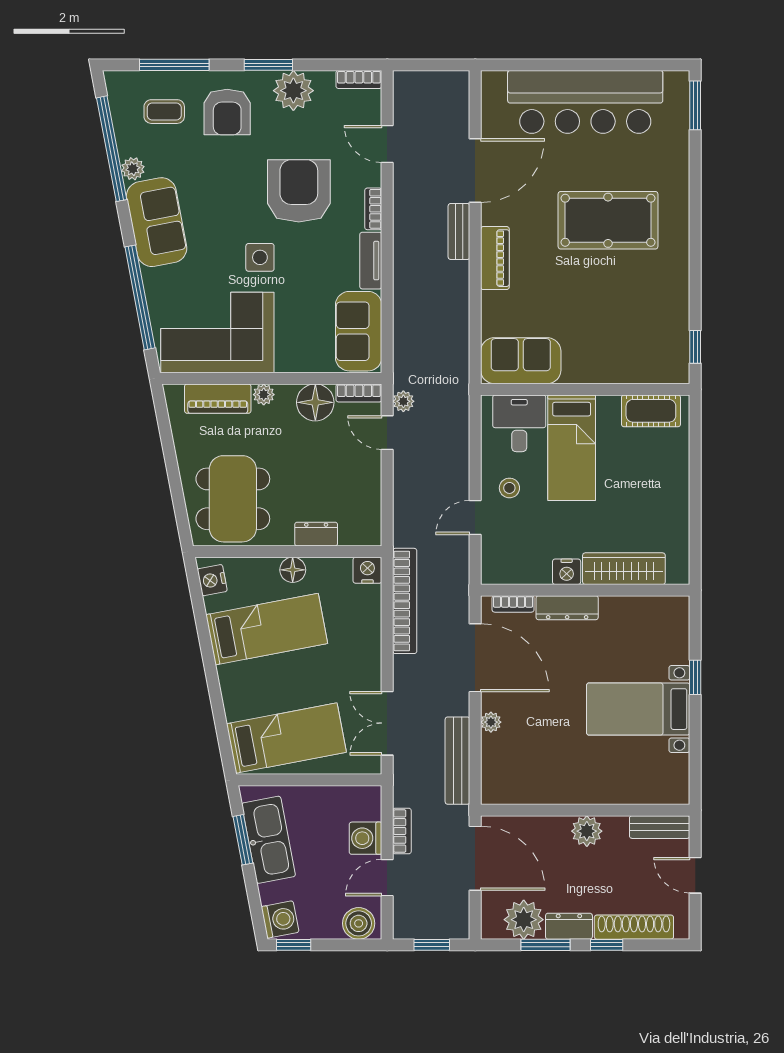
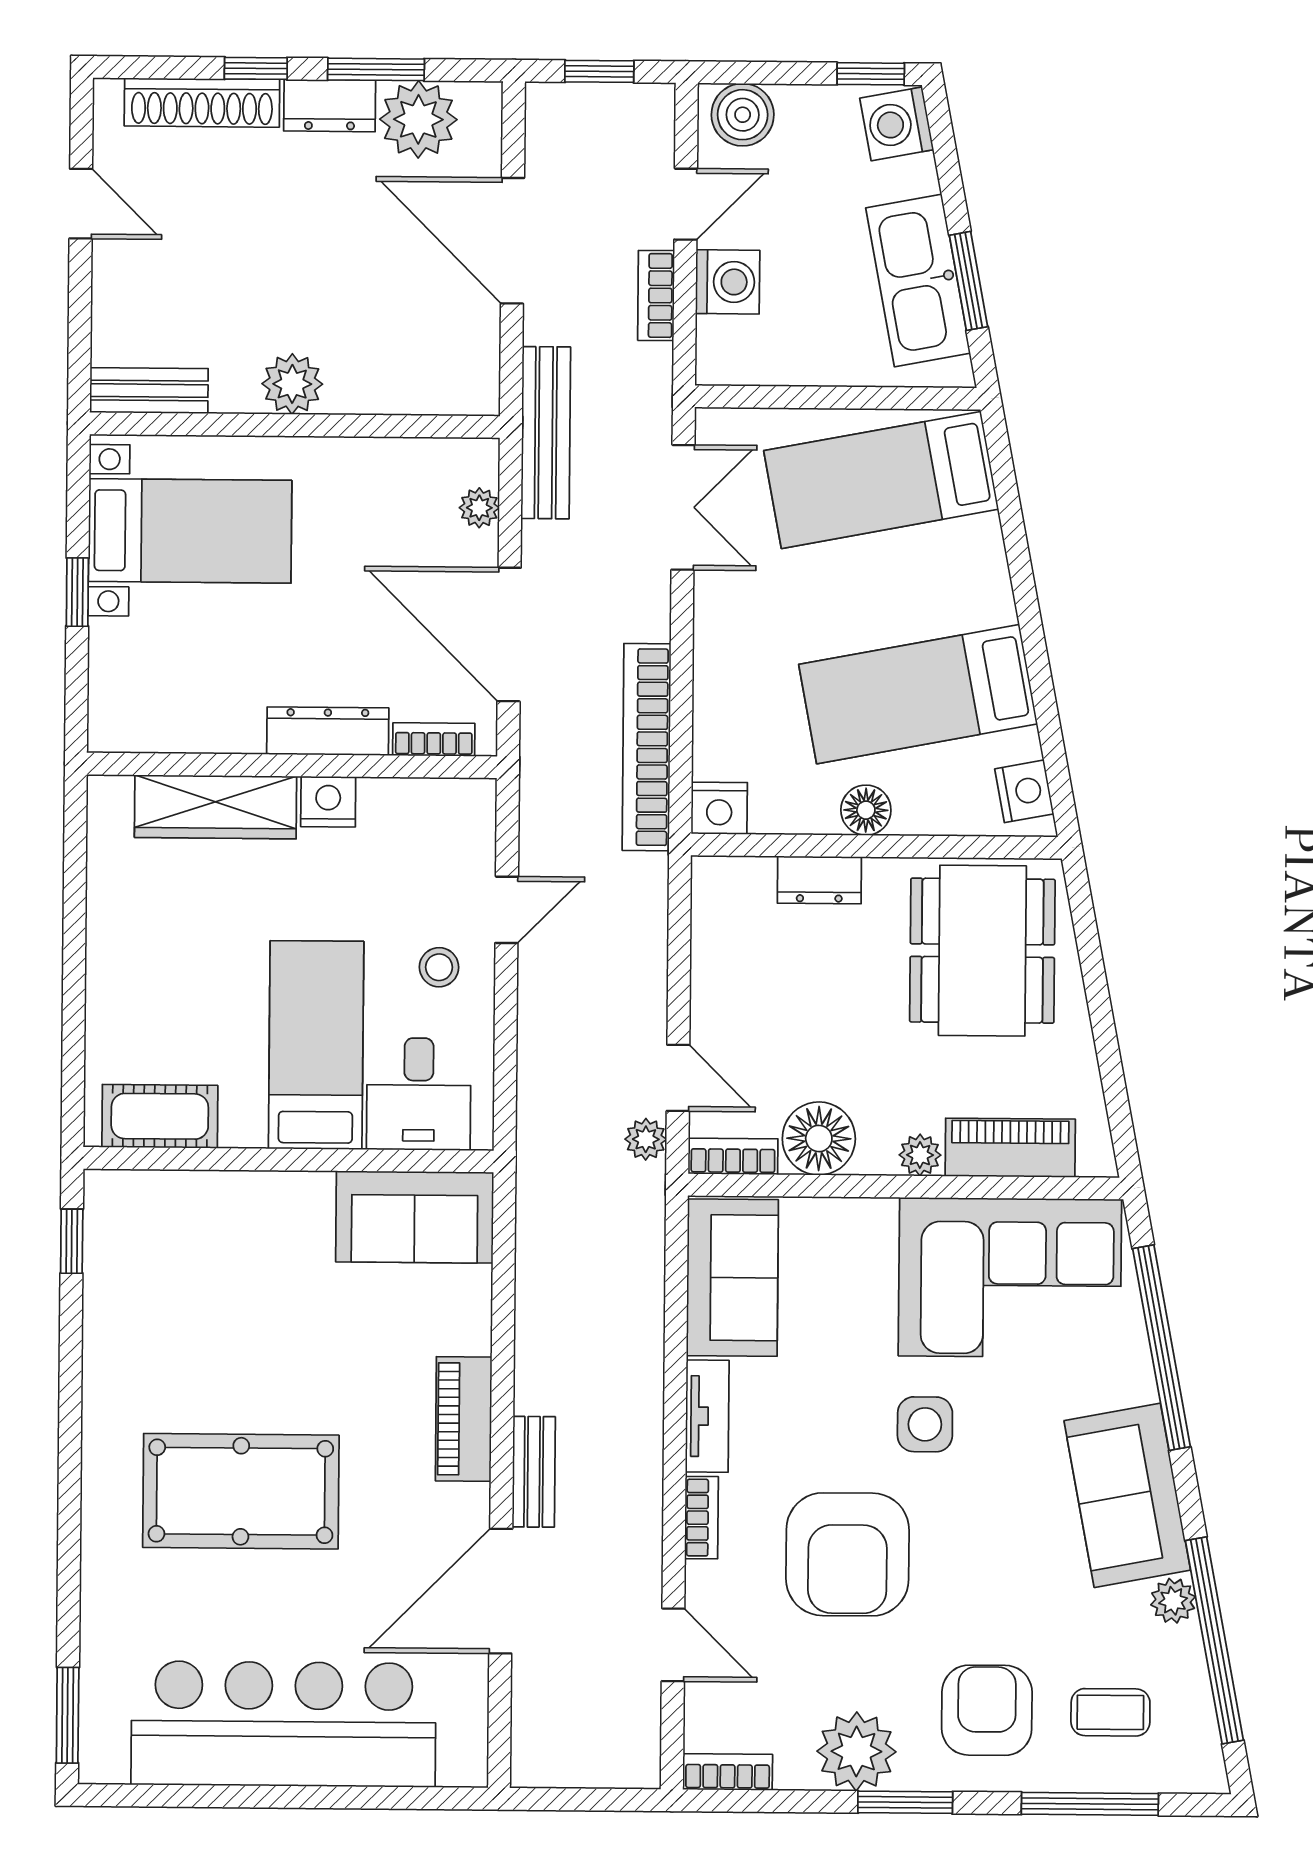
wall: (585, 810) -> (295, 425), moved
bench: (660, 827) -> (149, 391), moved
plant: (587, 831) -> (292, 384), moved

